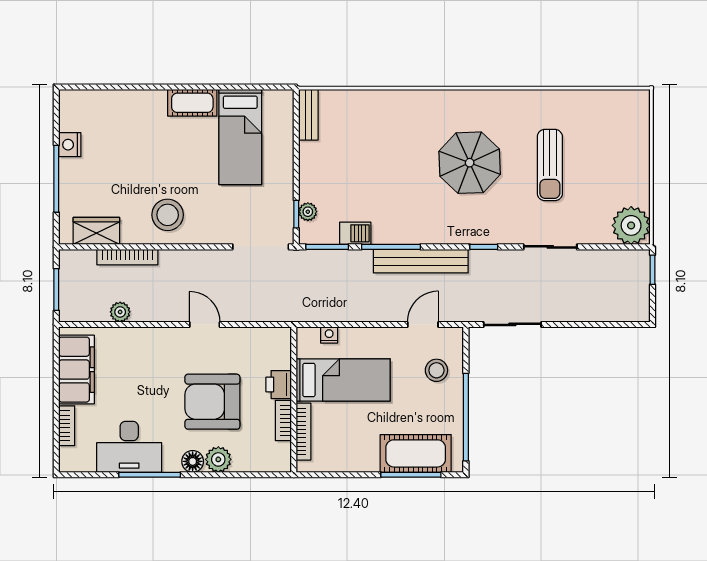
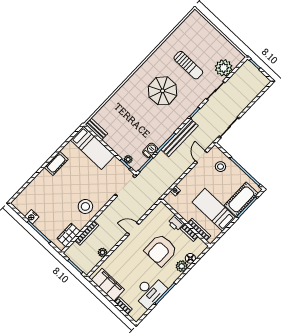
bed: (240, 137) -> (92, 148), moved
plant: (631, 225) -> (224, 68), moved
bed: (343, 380) -> (214, 210), moved, turned -90
floor lamp: (193, 461) -> (190, 258), moved

